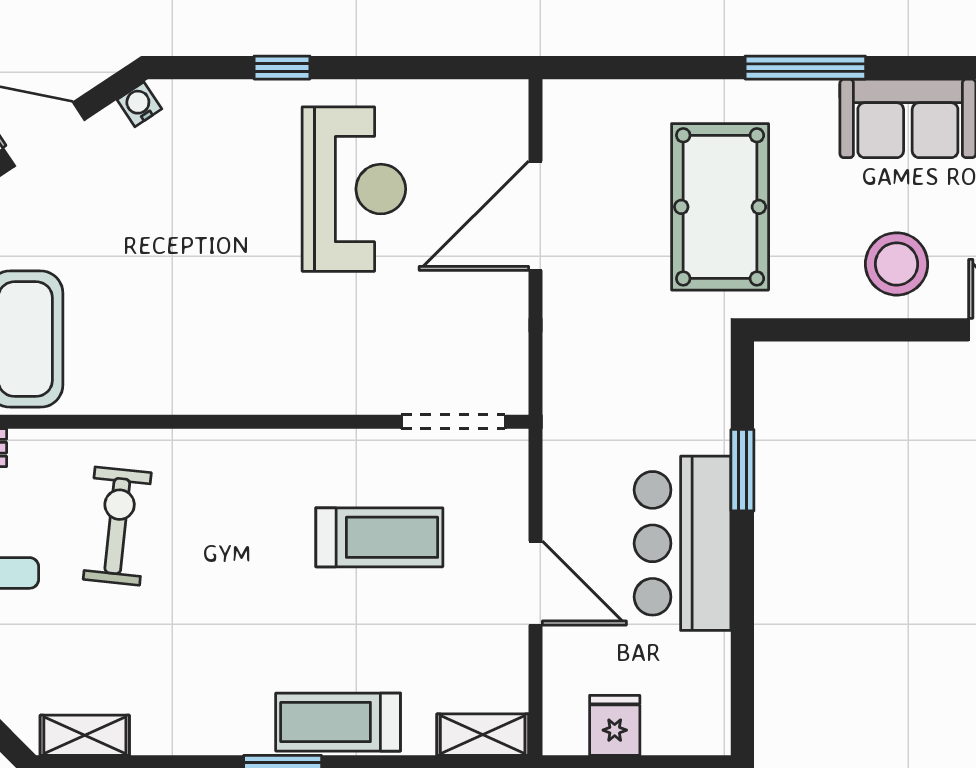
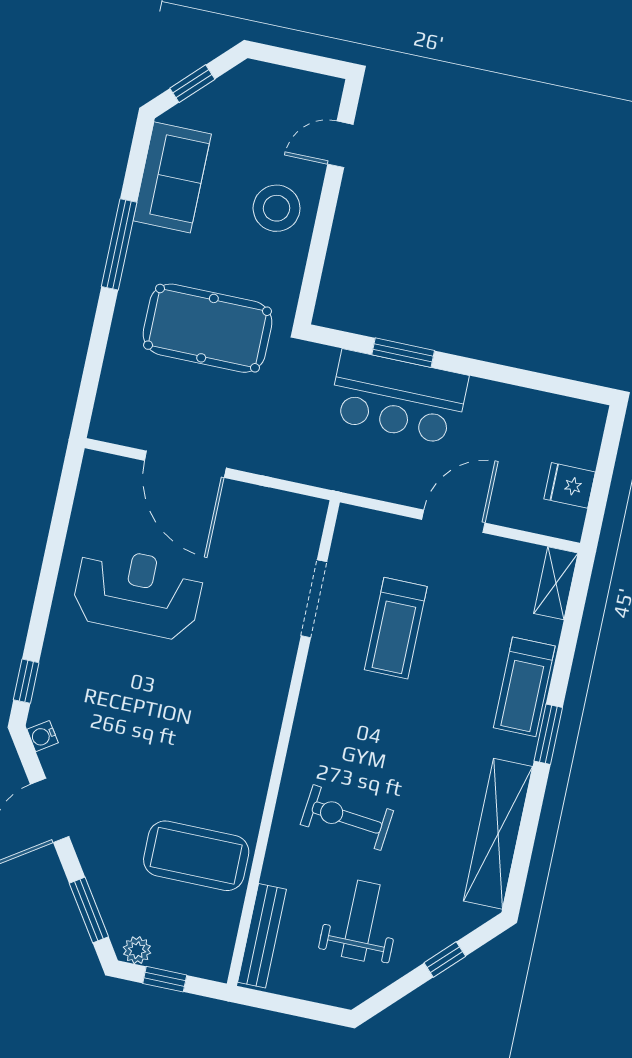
window: (282, 68) -> (26, 681), moved
doorway: (453, 422) -> (314, 599), moved
treadmill: (379, 537) -> (396, 628), turned 180
bar counter: (683, 543) -> (398, 397), moved
shelving: (85, 735) -> (498, 834), width x2.20, depth x1.33

